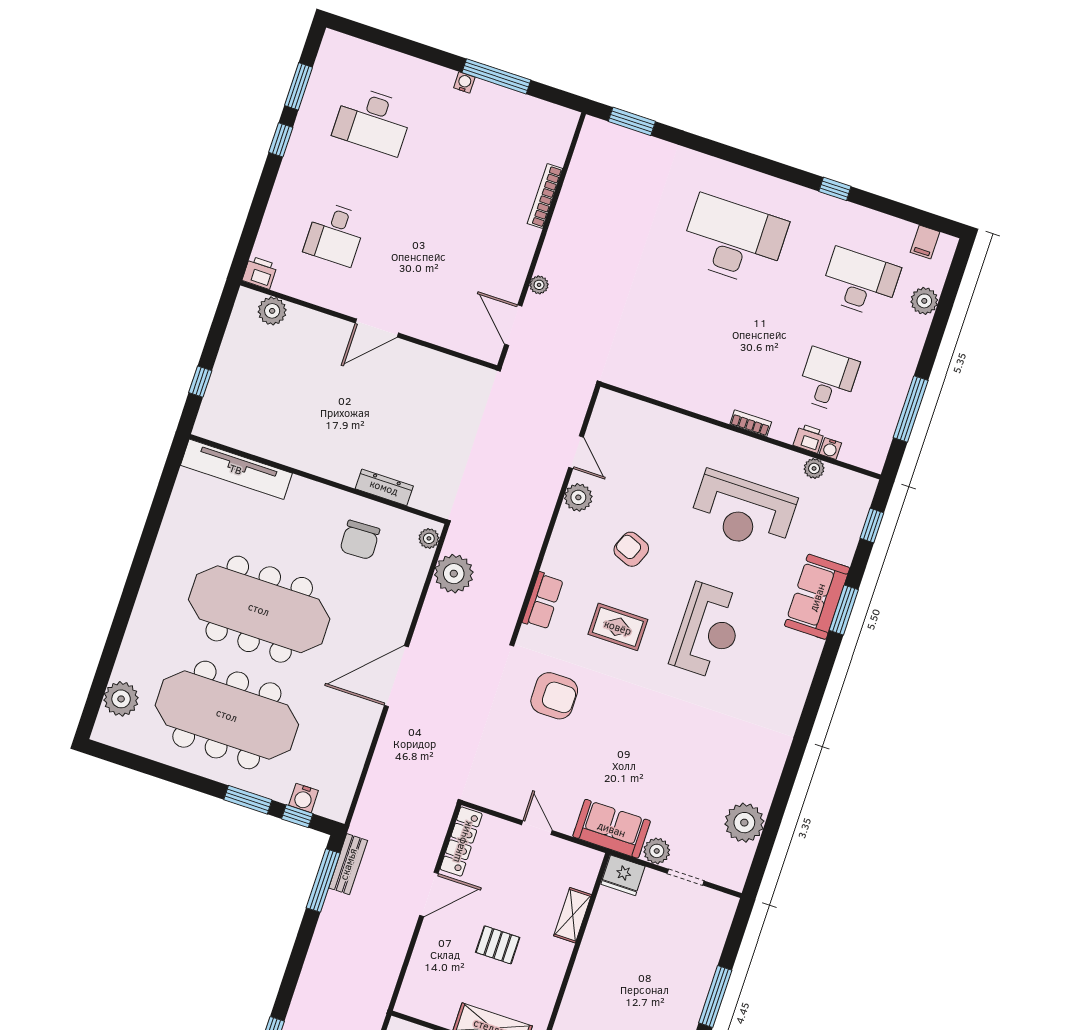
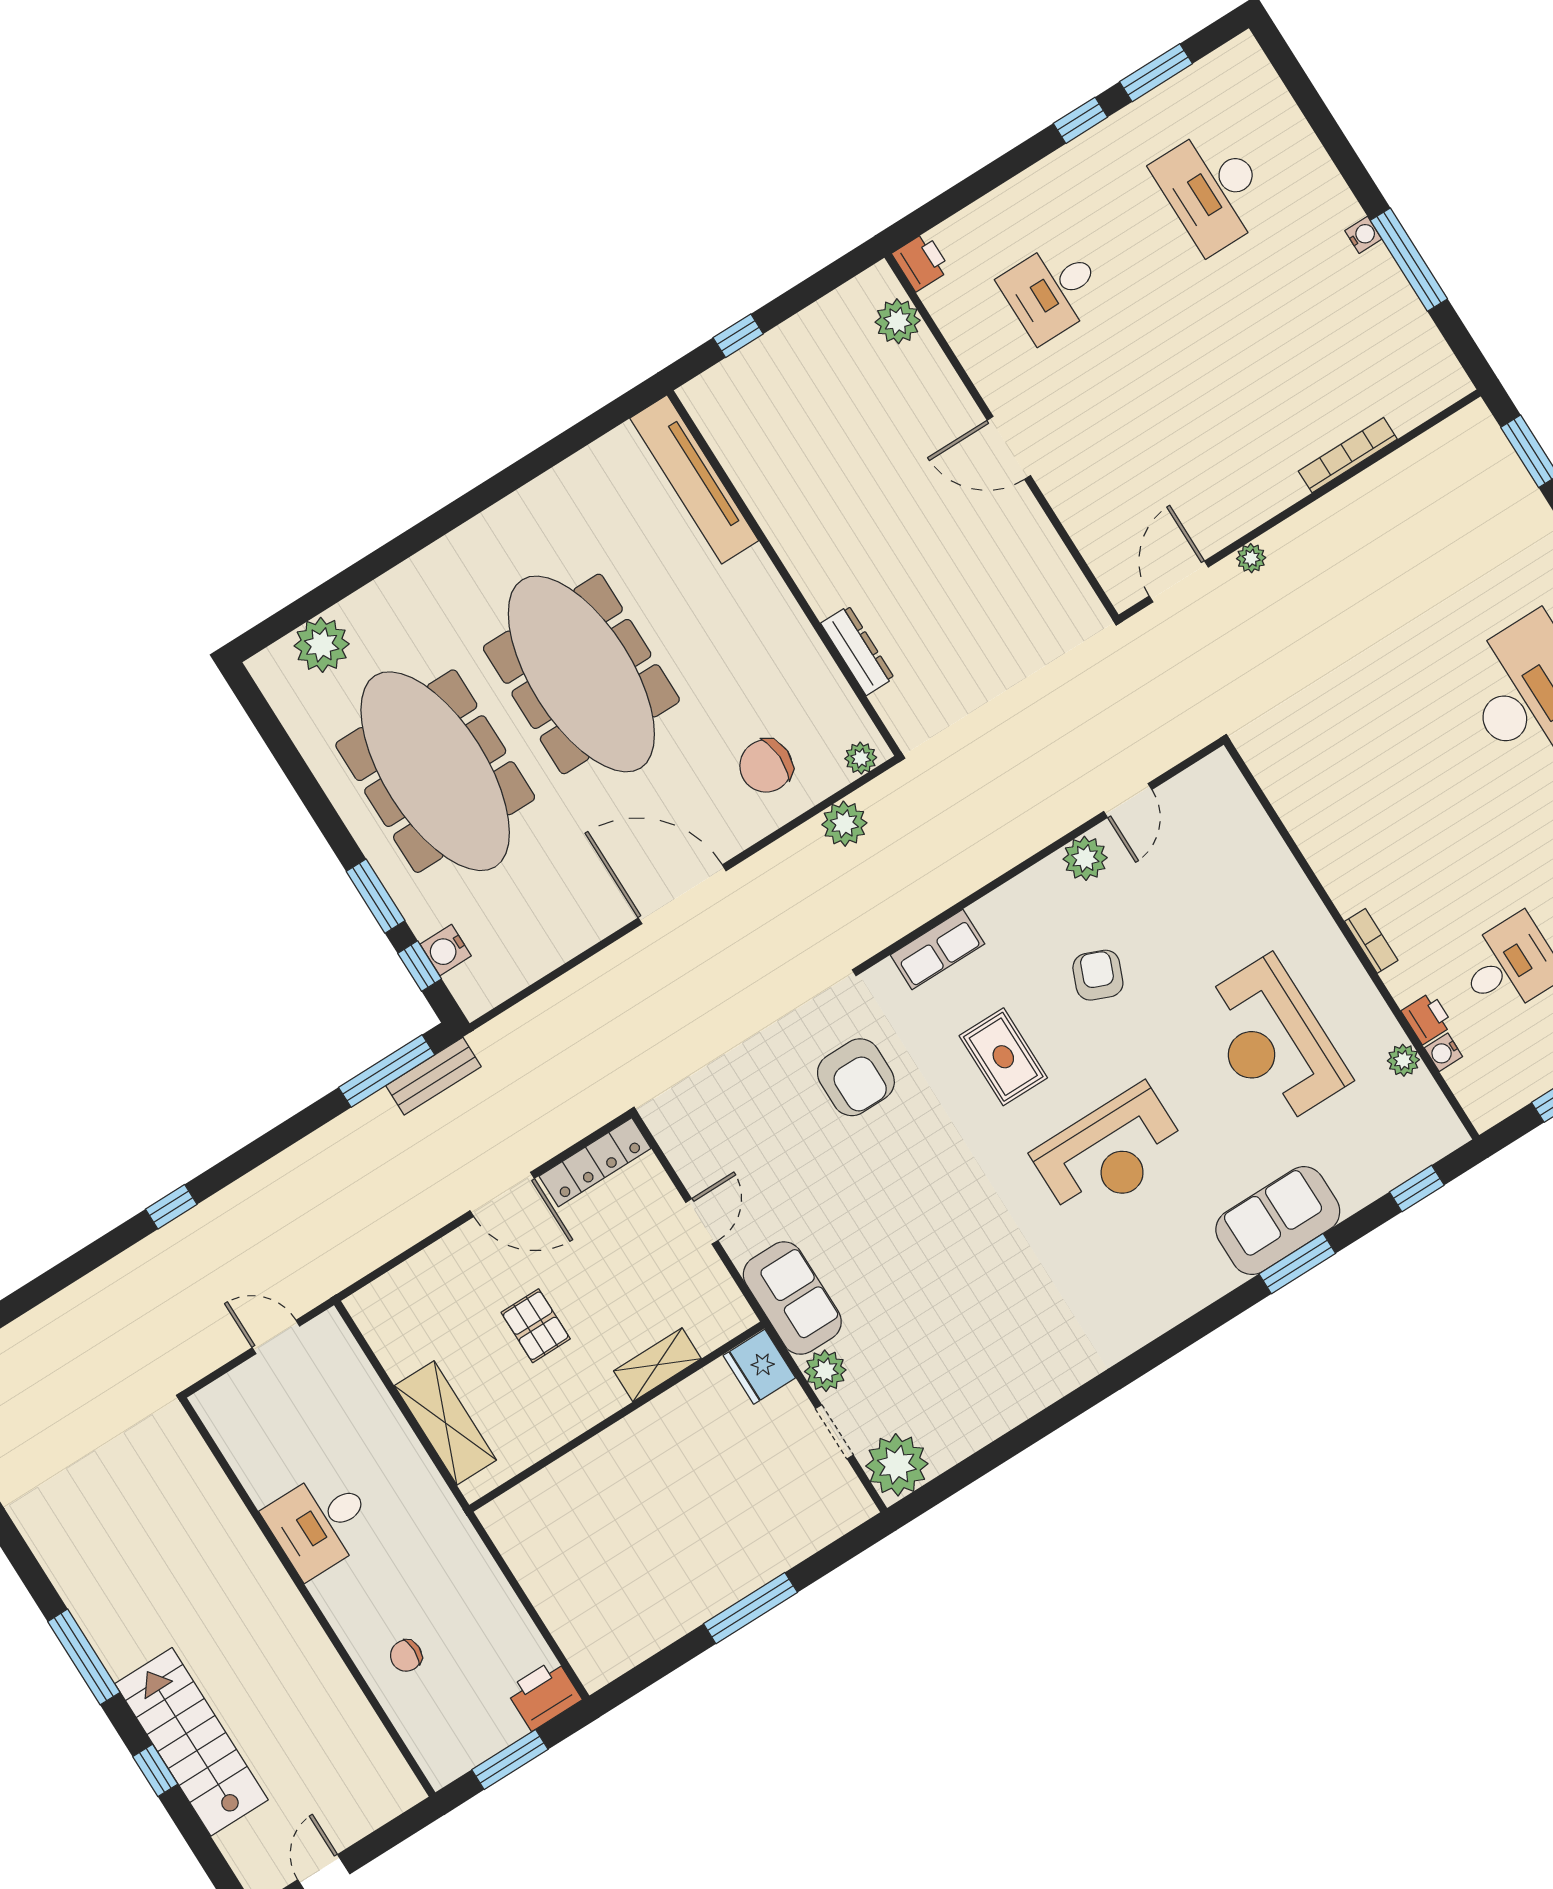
chair: (360, 540) -> (766, 766), moved
plant: (454, 574) -> (844, 824), width x0.73, depth x0.73
plant: (744, 823) -> (897, 1465), moved

